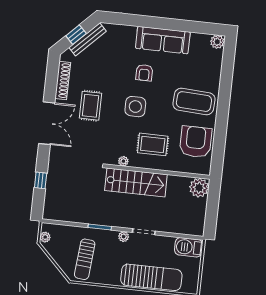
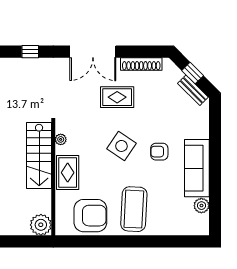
bench: (88, 39) -> (193, 90), width x0.73
plant: (217, 42) -> (201, 206), moved
side table: (135, 107) -> (121, 146), turned 34
rug: (153, 144) -> (68, 173), moved

